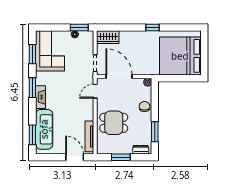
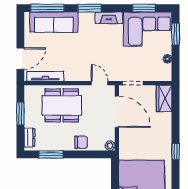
window: (79, 28) -> (176, 34), moved
door: (119, 77) -> (117, 112), hinge flipped
window: (32, 88) -> (90, 8), moved
fireplace: (40, 97) -> (109, 18), moved
dining table: (114, 123) -> (62, 105), width x1.38
window: (32, 135) -> (47, 8), width x1.44

